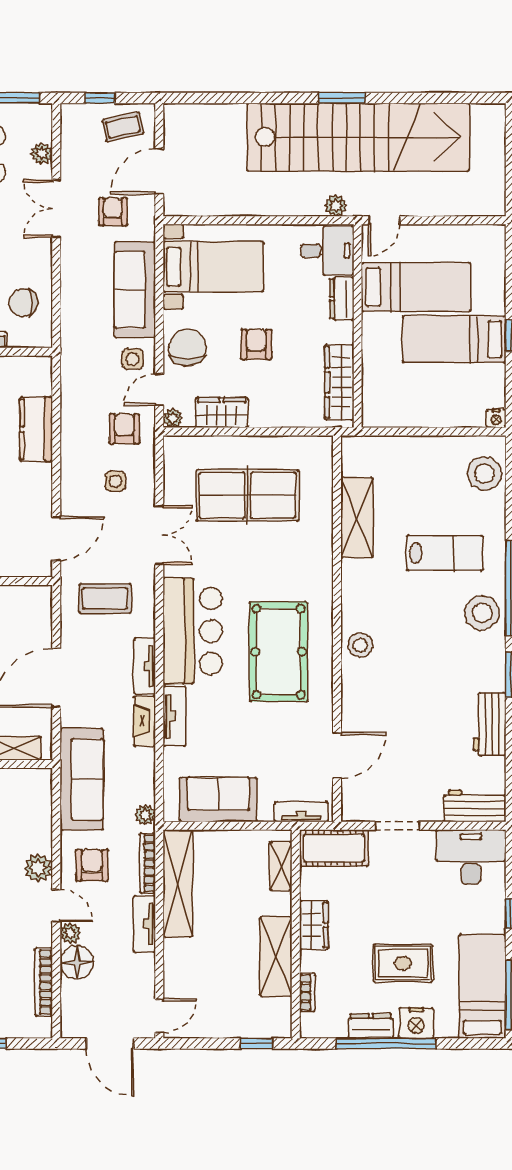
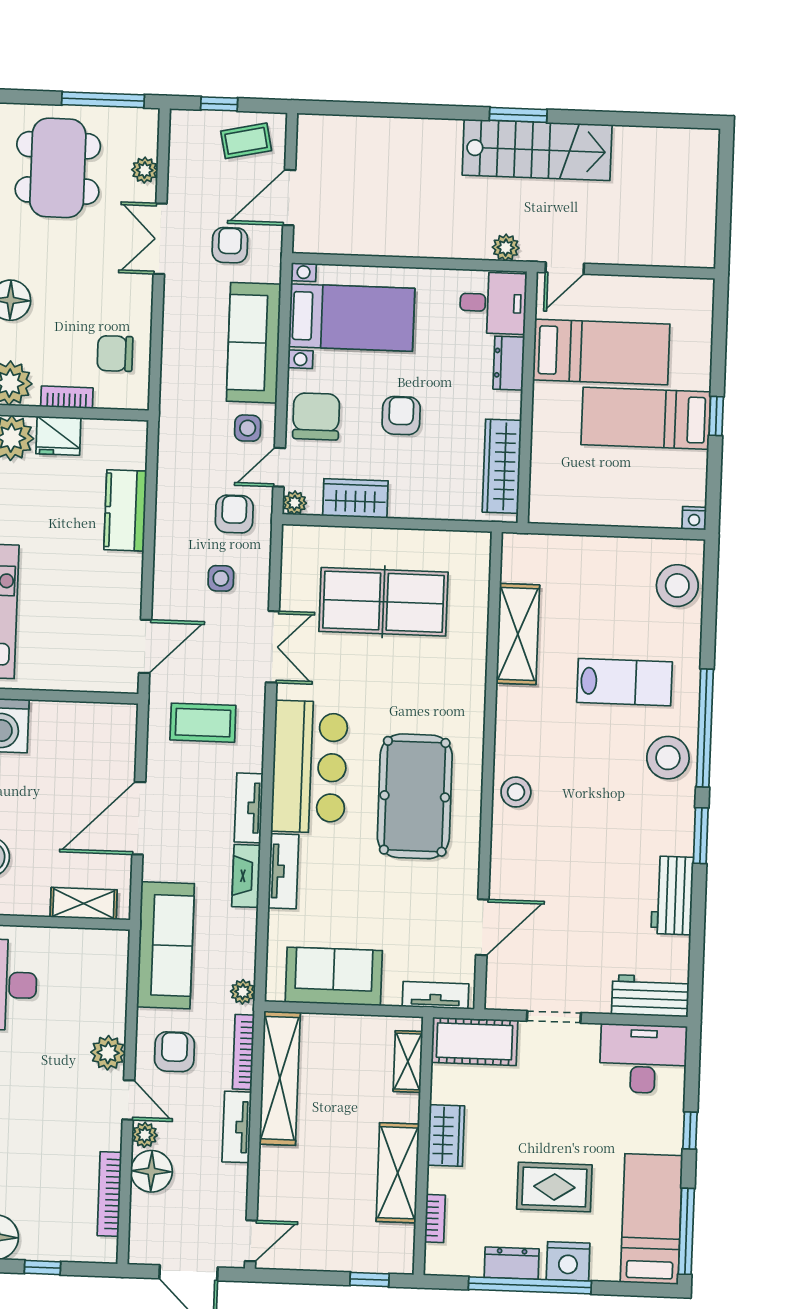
stairs: (358, 137) -> (537, 150), width x0.54, depth x0.66

